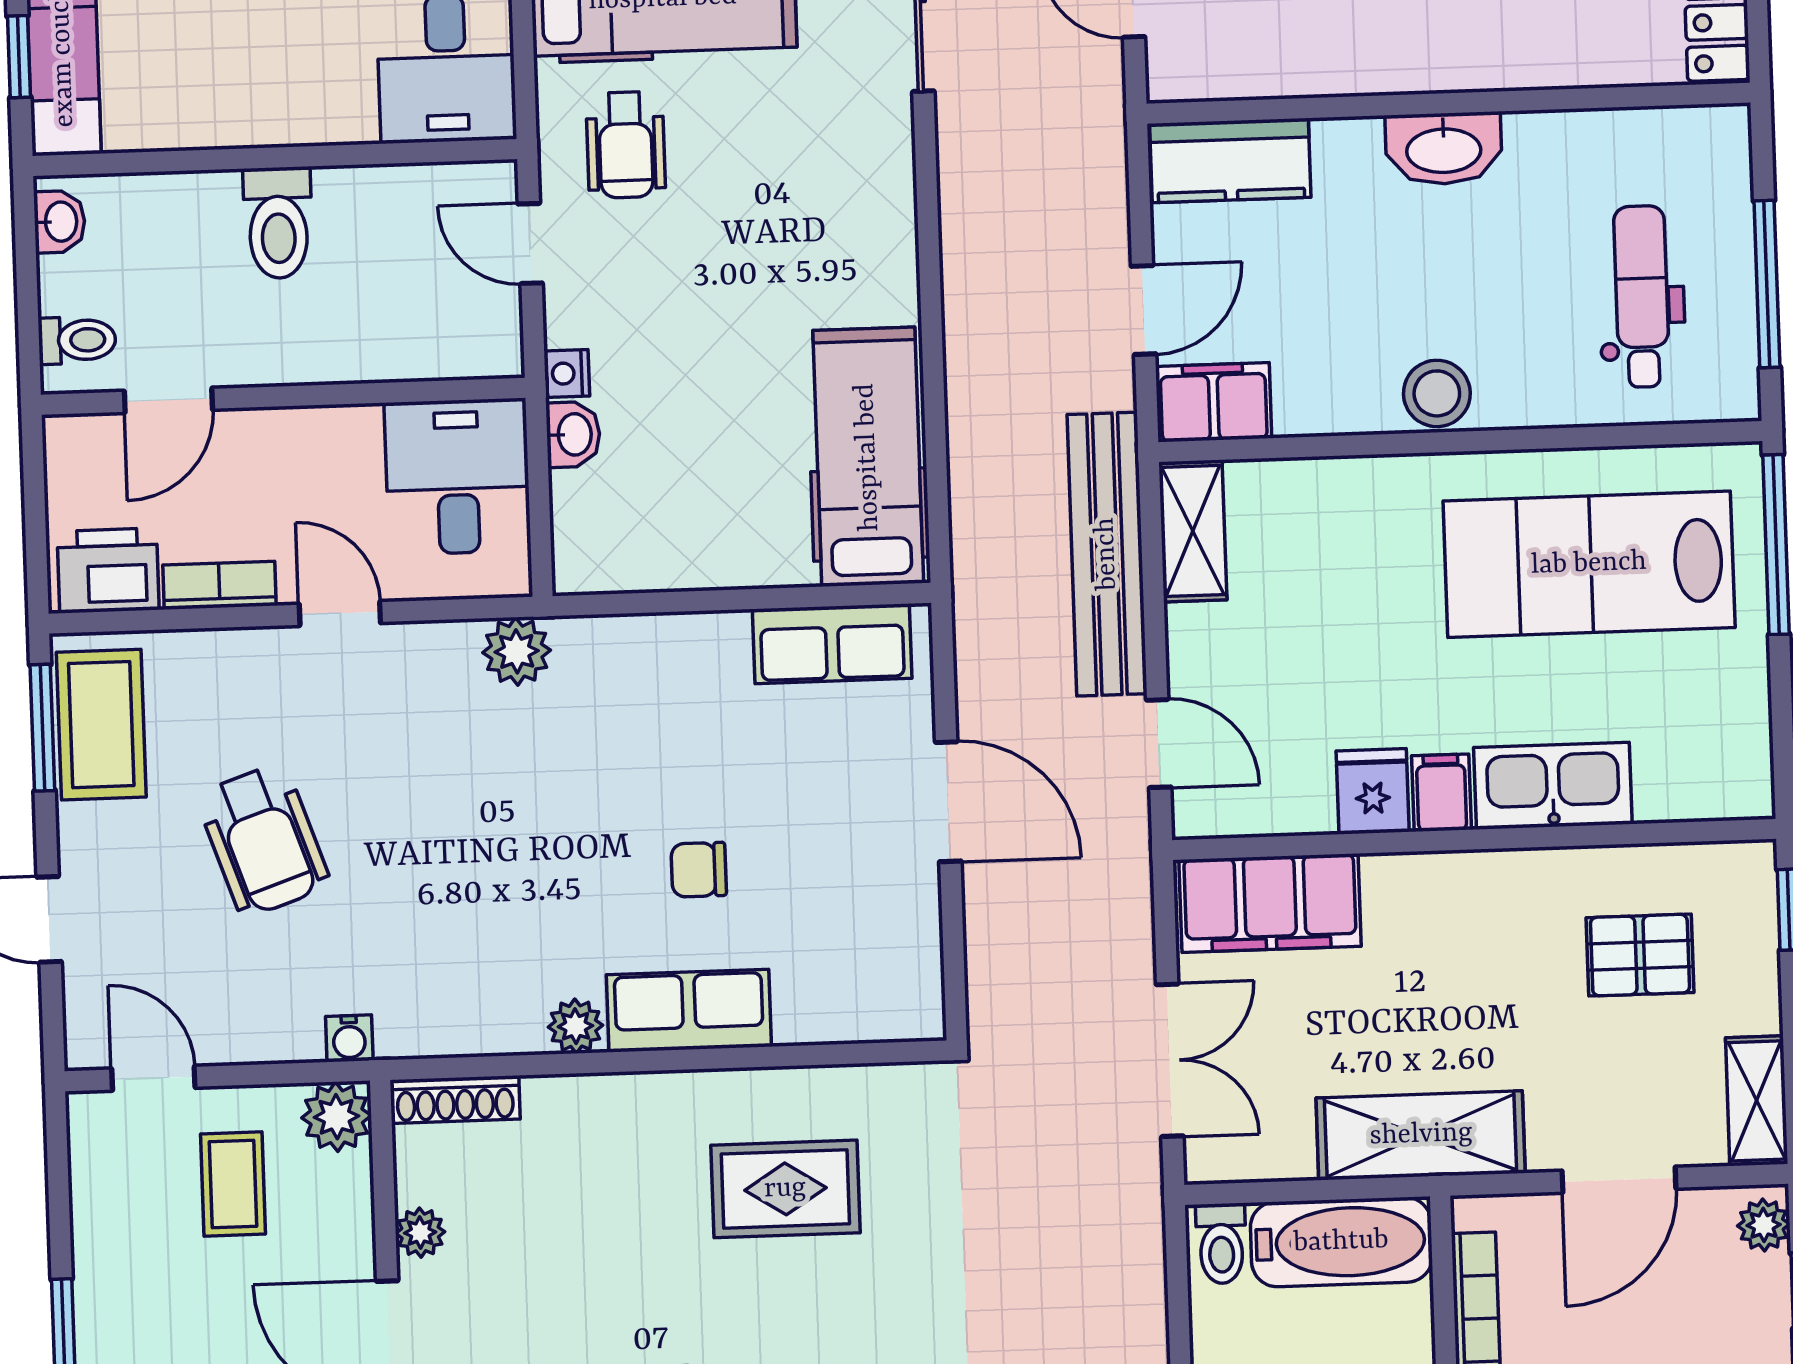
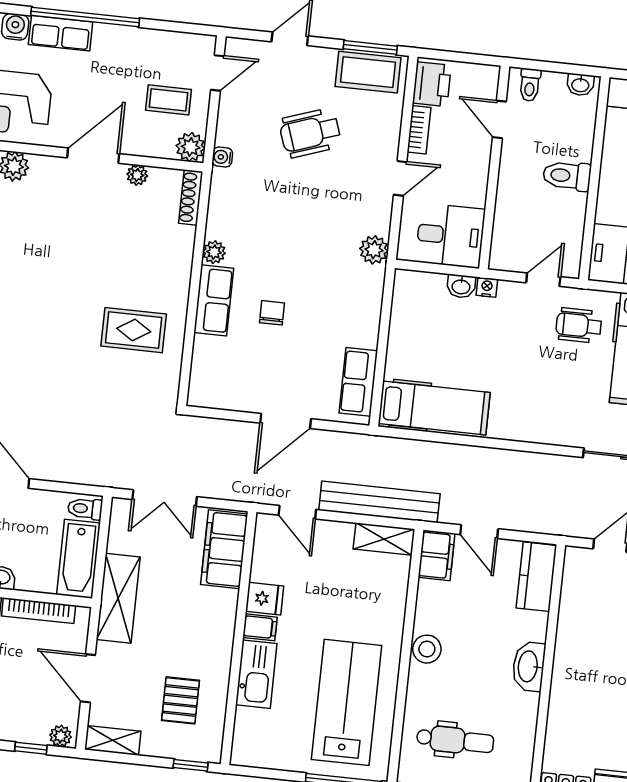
door: (1159, 744) -> (297, 512), hinge flipped
rug: (785, 1189) -> (134, 330), turned 90

